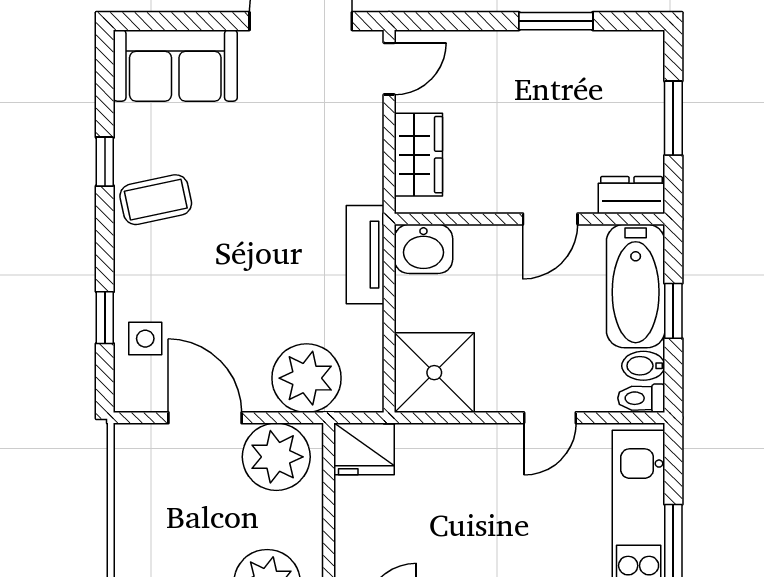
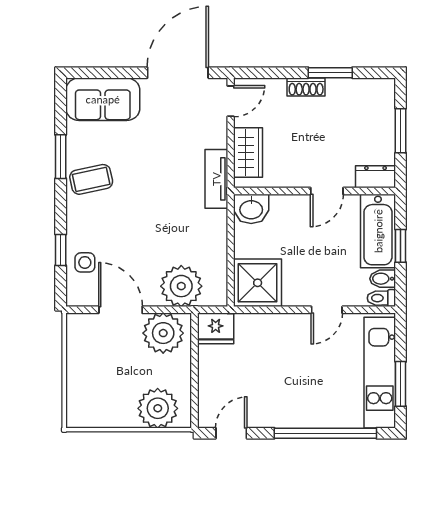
shoe rack: (515, 45) -> (306, 87), added
window: (105, 162) -> (61, 157), width x1.50
tv unit: (365, 255) -> (216, 179), moved

